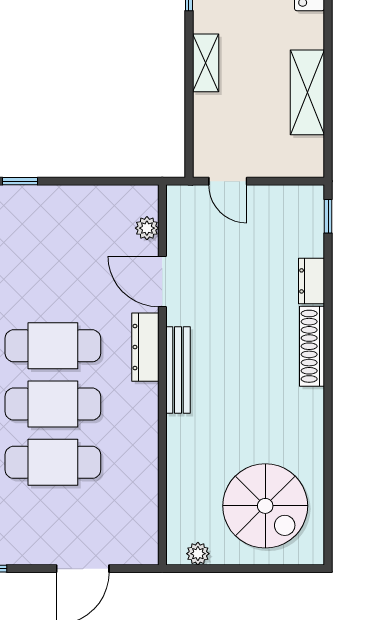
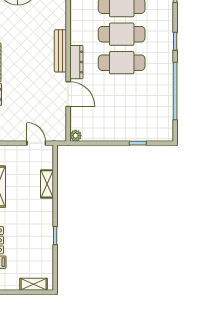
shelving: (206, 63) -> (47, 184), moved
plant: (147, 228) -> (76, 136), moved

